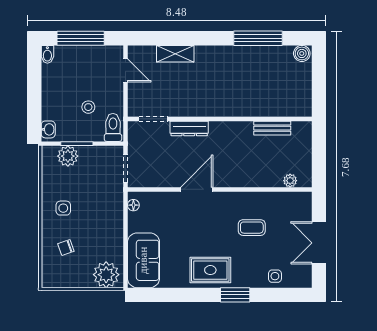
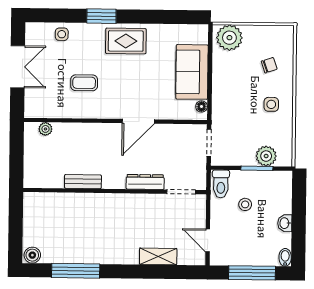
bench: (272, 128) -> (83, 182), moved
washbasin: (48, 129) -> (285, 223), moved
sofa: (143, 260) -> (192, 72), moved

